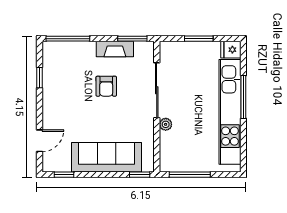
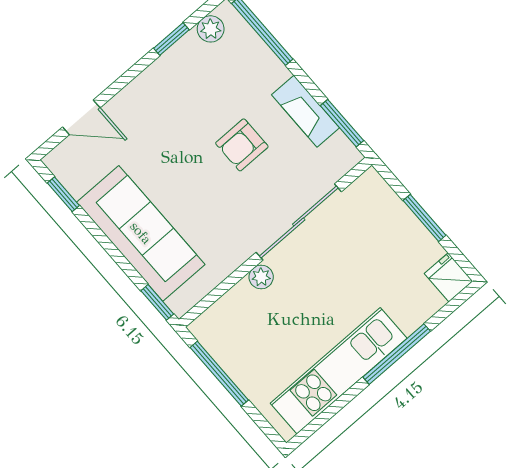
plant: (49, 58) -> (211, 29), added
kitchen unit: (230, 112) -> (339, 371), width x0.73

